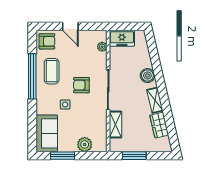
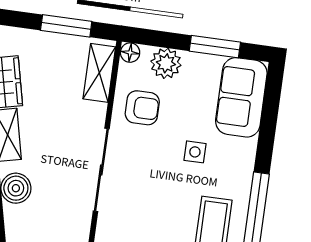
armchair: (81, 85) -> (142, 108), moved
shelving: (116, 125) -> (99, 73), moved
floor lamp: (102, 147) -> (130, 53), added

